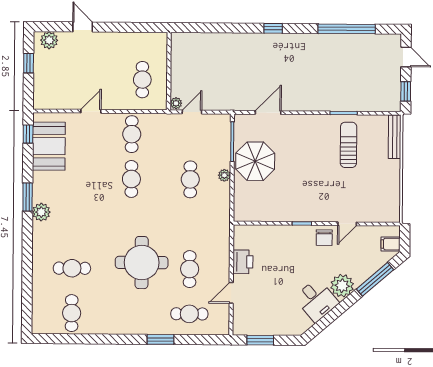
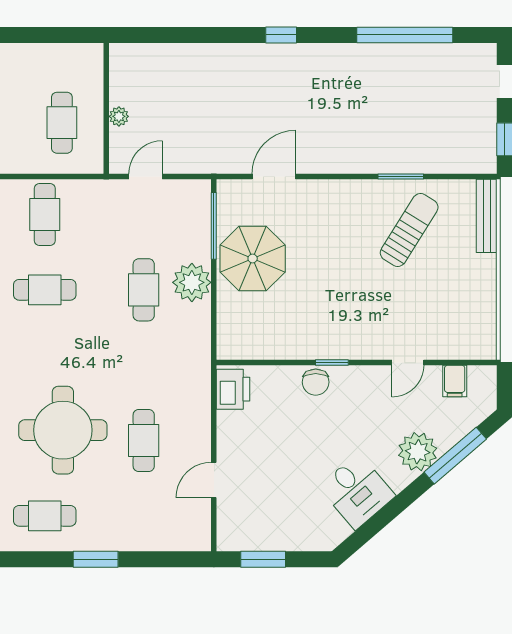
plant: (176, 103) -> (119, 116), moved
sun lounger: (348, 145) -> (409, 230), turned 32
plant: (224, 175) -> (192, 282), width x1.87, depth x1.87
cafe table: (131, 179) -> (45, 290), turned 90
chair: (324, 238) -> (316, 382), moved
filing cabinet: (391, 244) -> (455, 381), moved, turned -90
printer: (243, 262) -> (233, 389), moved
plant: (342, 286) -> (418, 452), moved
cafe table: (189, 314) -> (45, 516), moved

